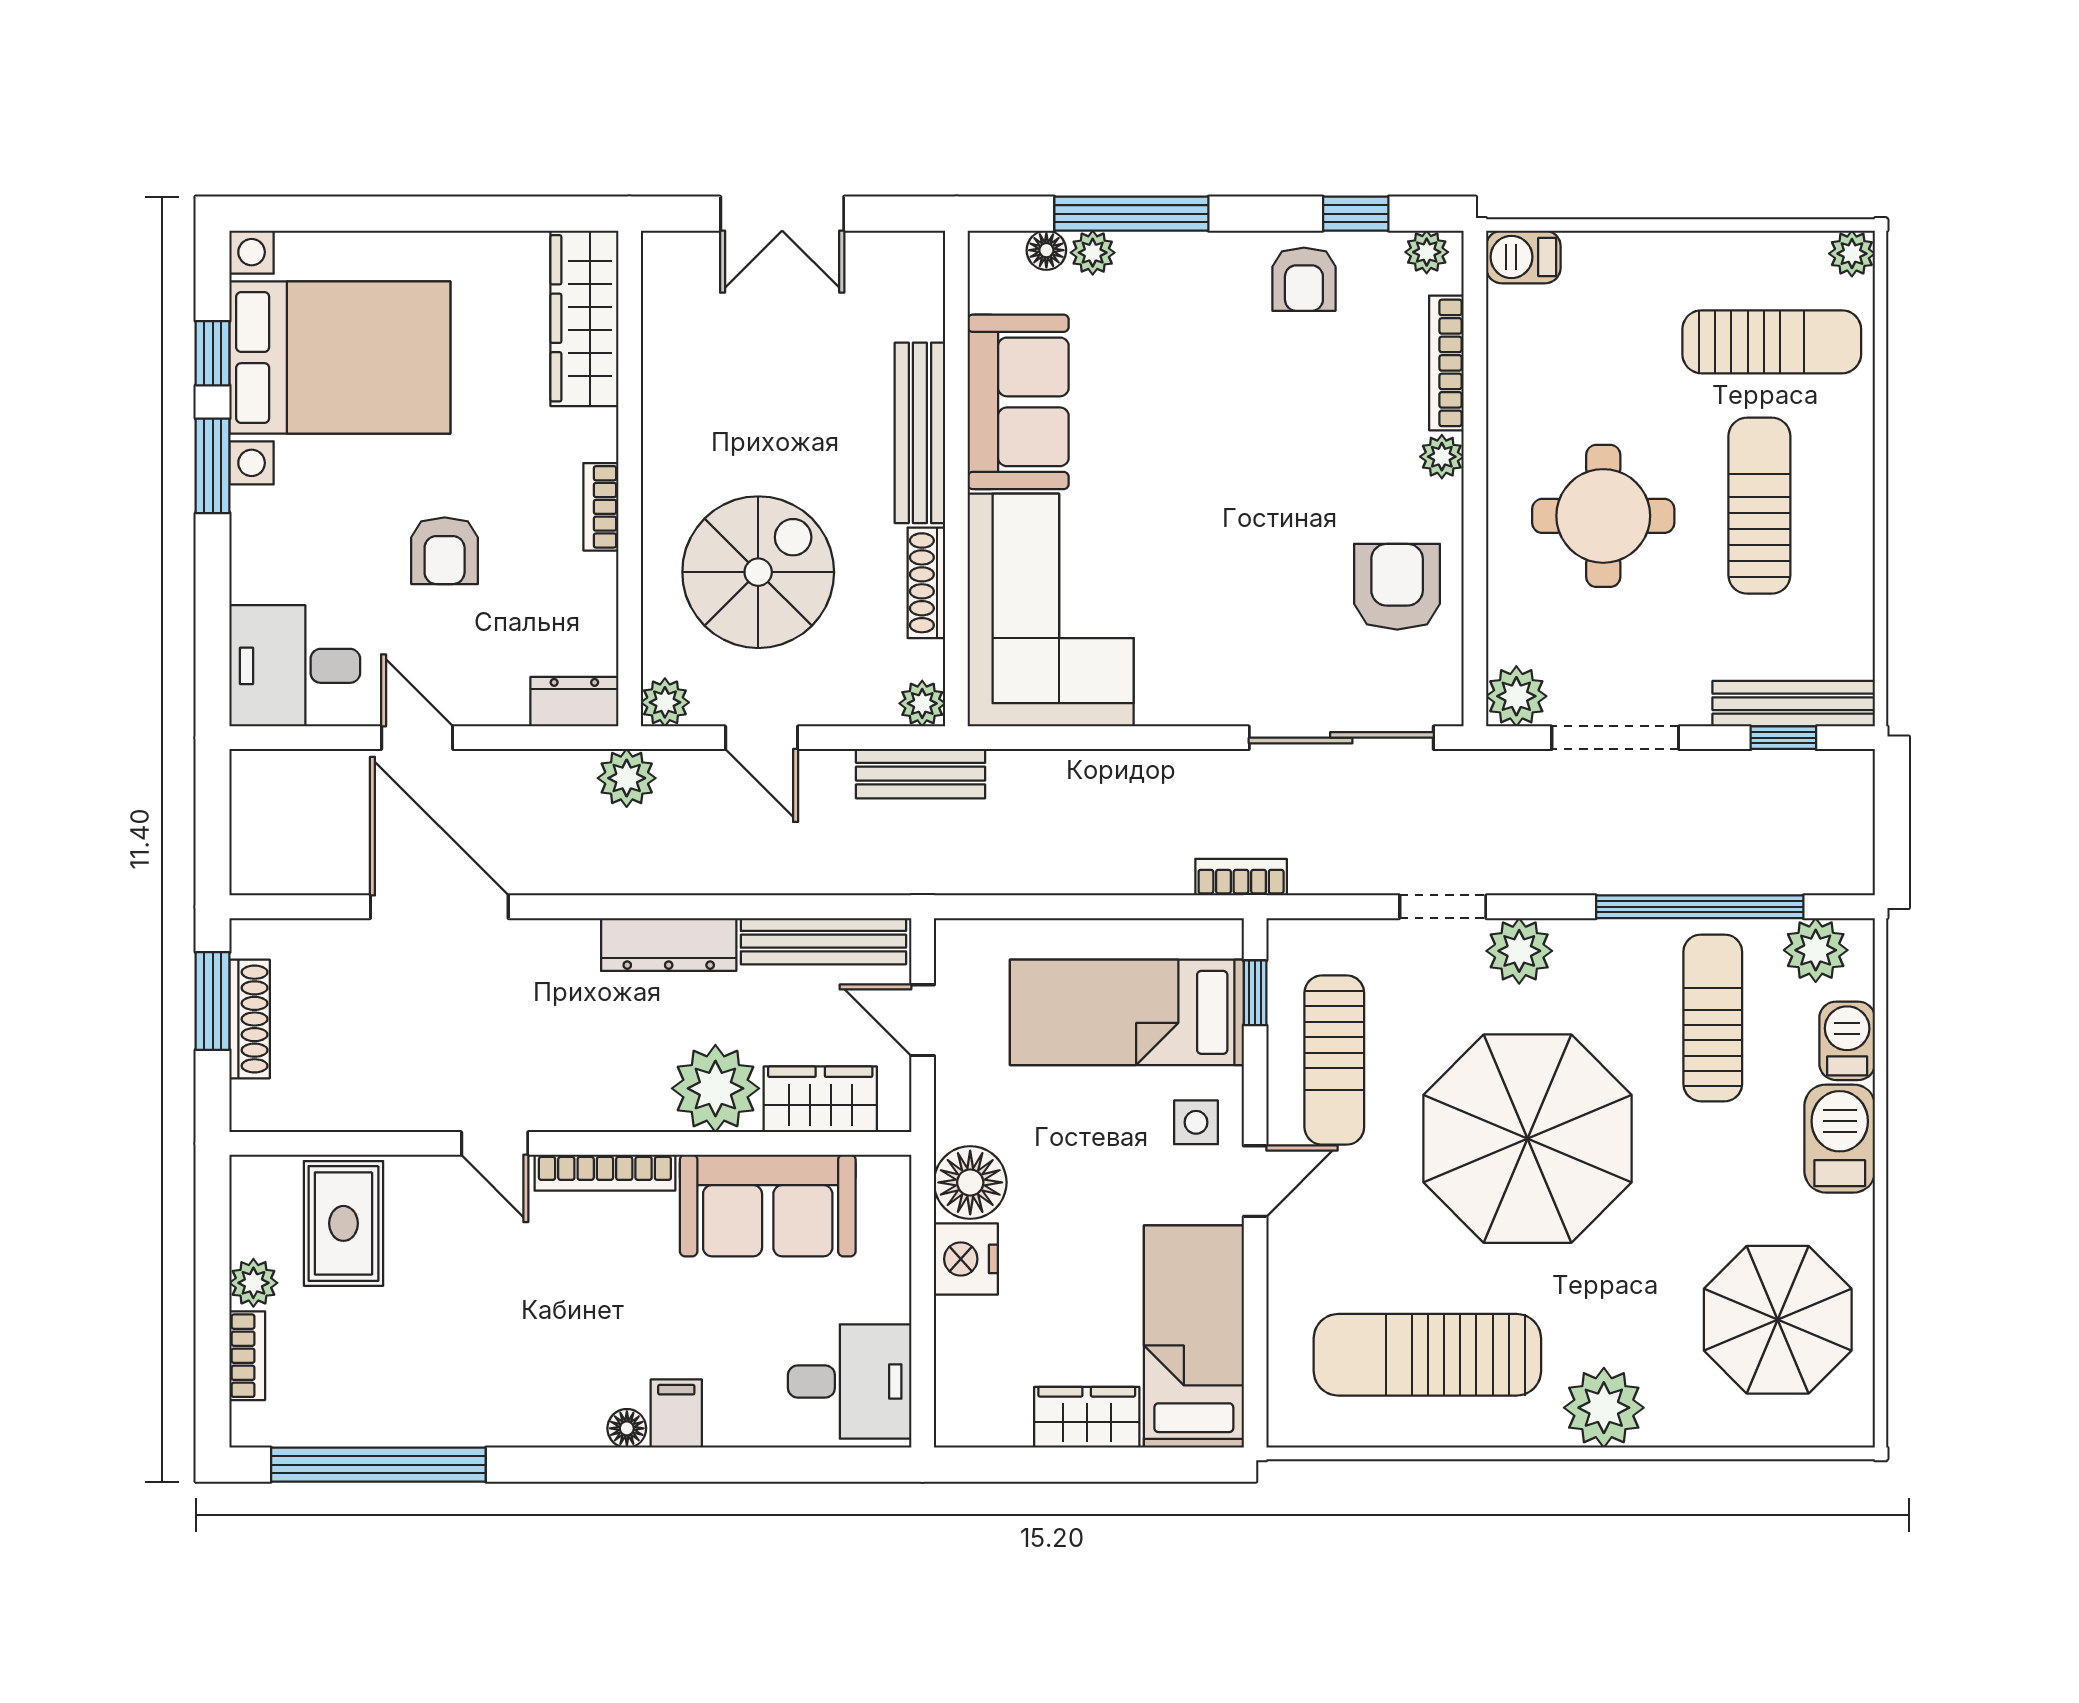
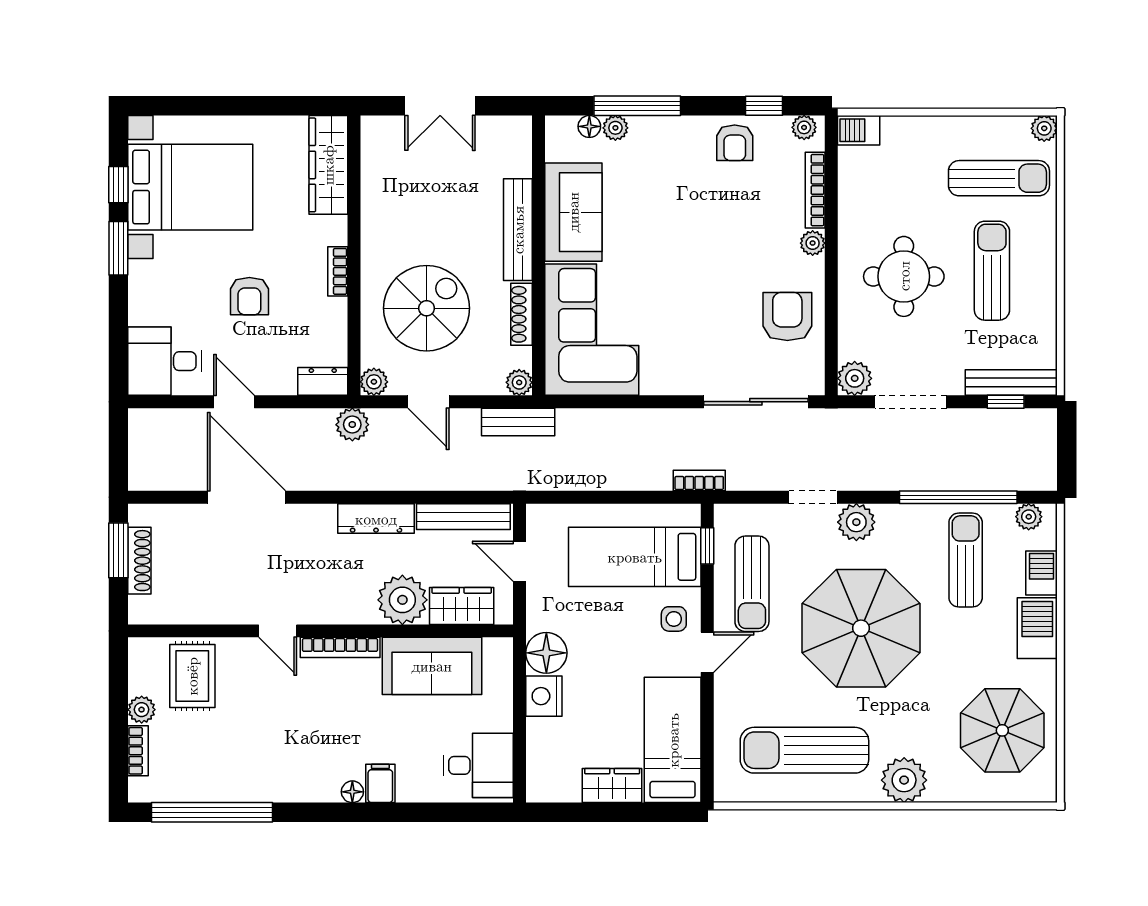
plant: (1816, 950) -> (1029, 517), width x0.73, depth x0.73

